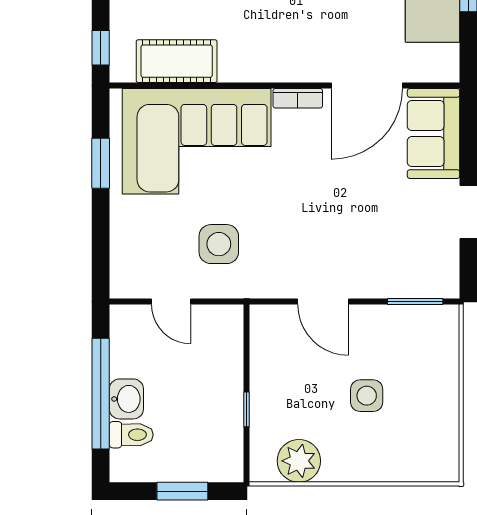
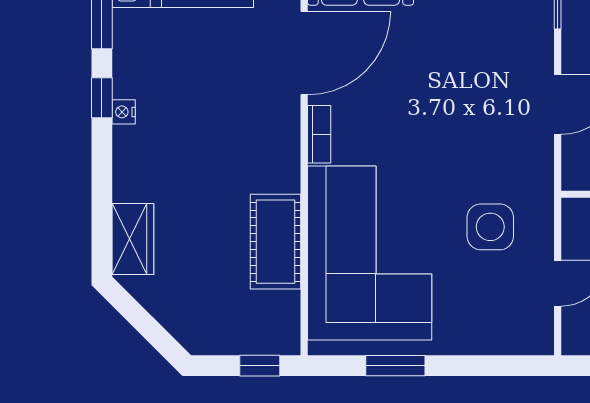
cot: (177, 61) -> (275, 242), moved
door: (367, 86) -> (304, 53), hinge flipped

